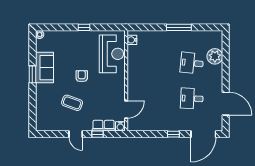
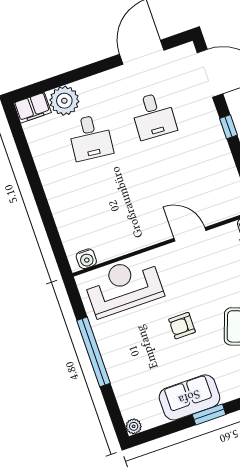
window: (84, 27) -> (94, 352), width x3.17
window: (179, 27) -> (35, 183), removed
filing cabinet: (217, 39) -> (32, 108), added
door: (126, 110) -> (190, 234), moved

